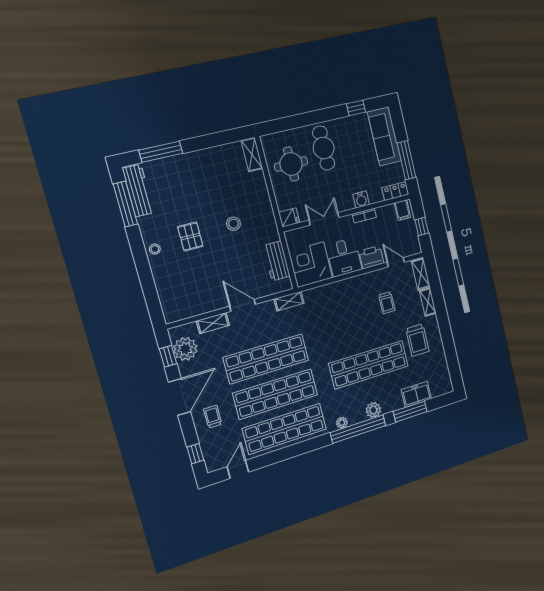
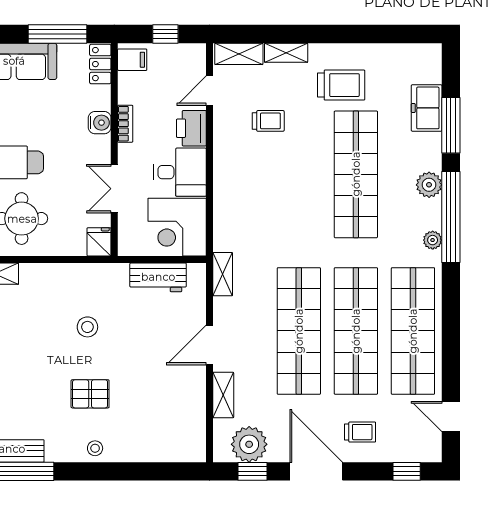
trolley: (213, 417) -> (360, 432), turned 180

